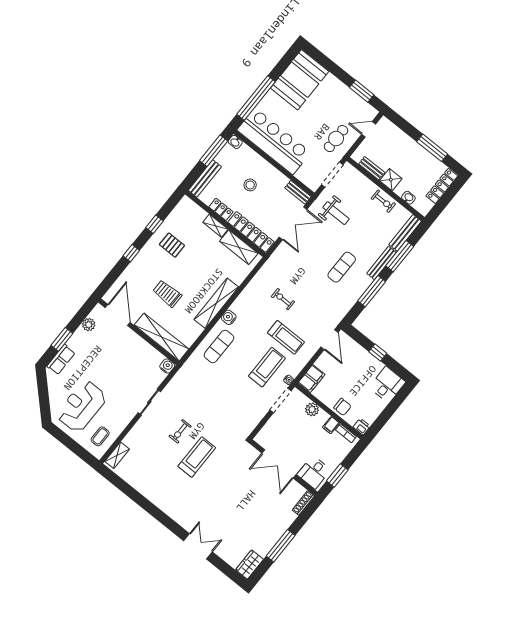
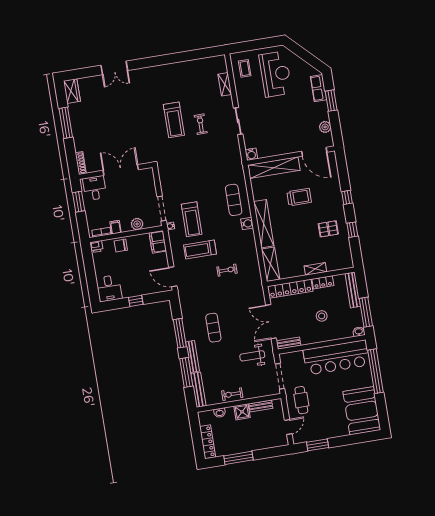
shelving: (239, 247) -> (271, 264), moved, turned 90
shelving: (117, 455) -> (225, 84), moved

